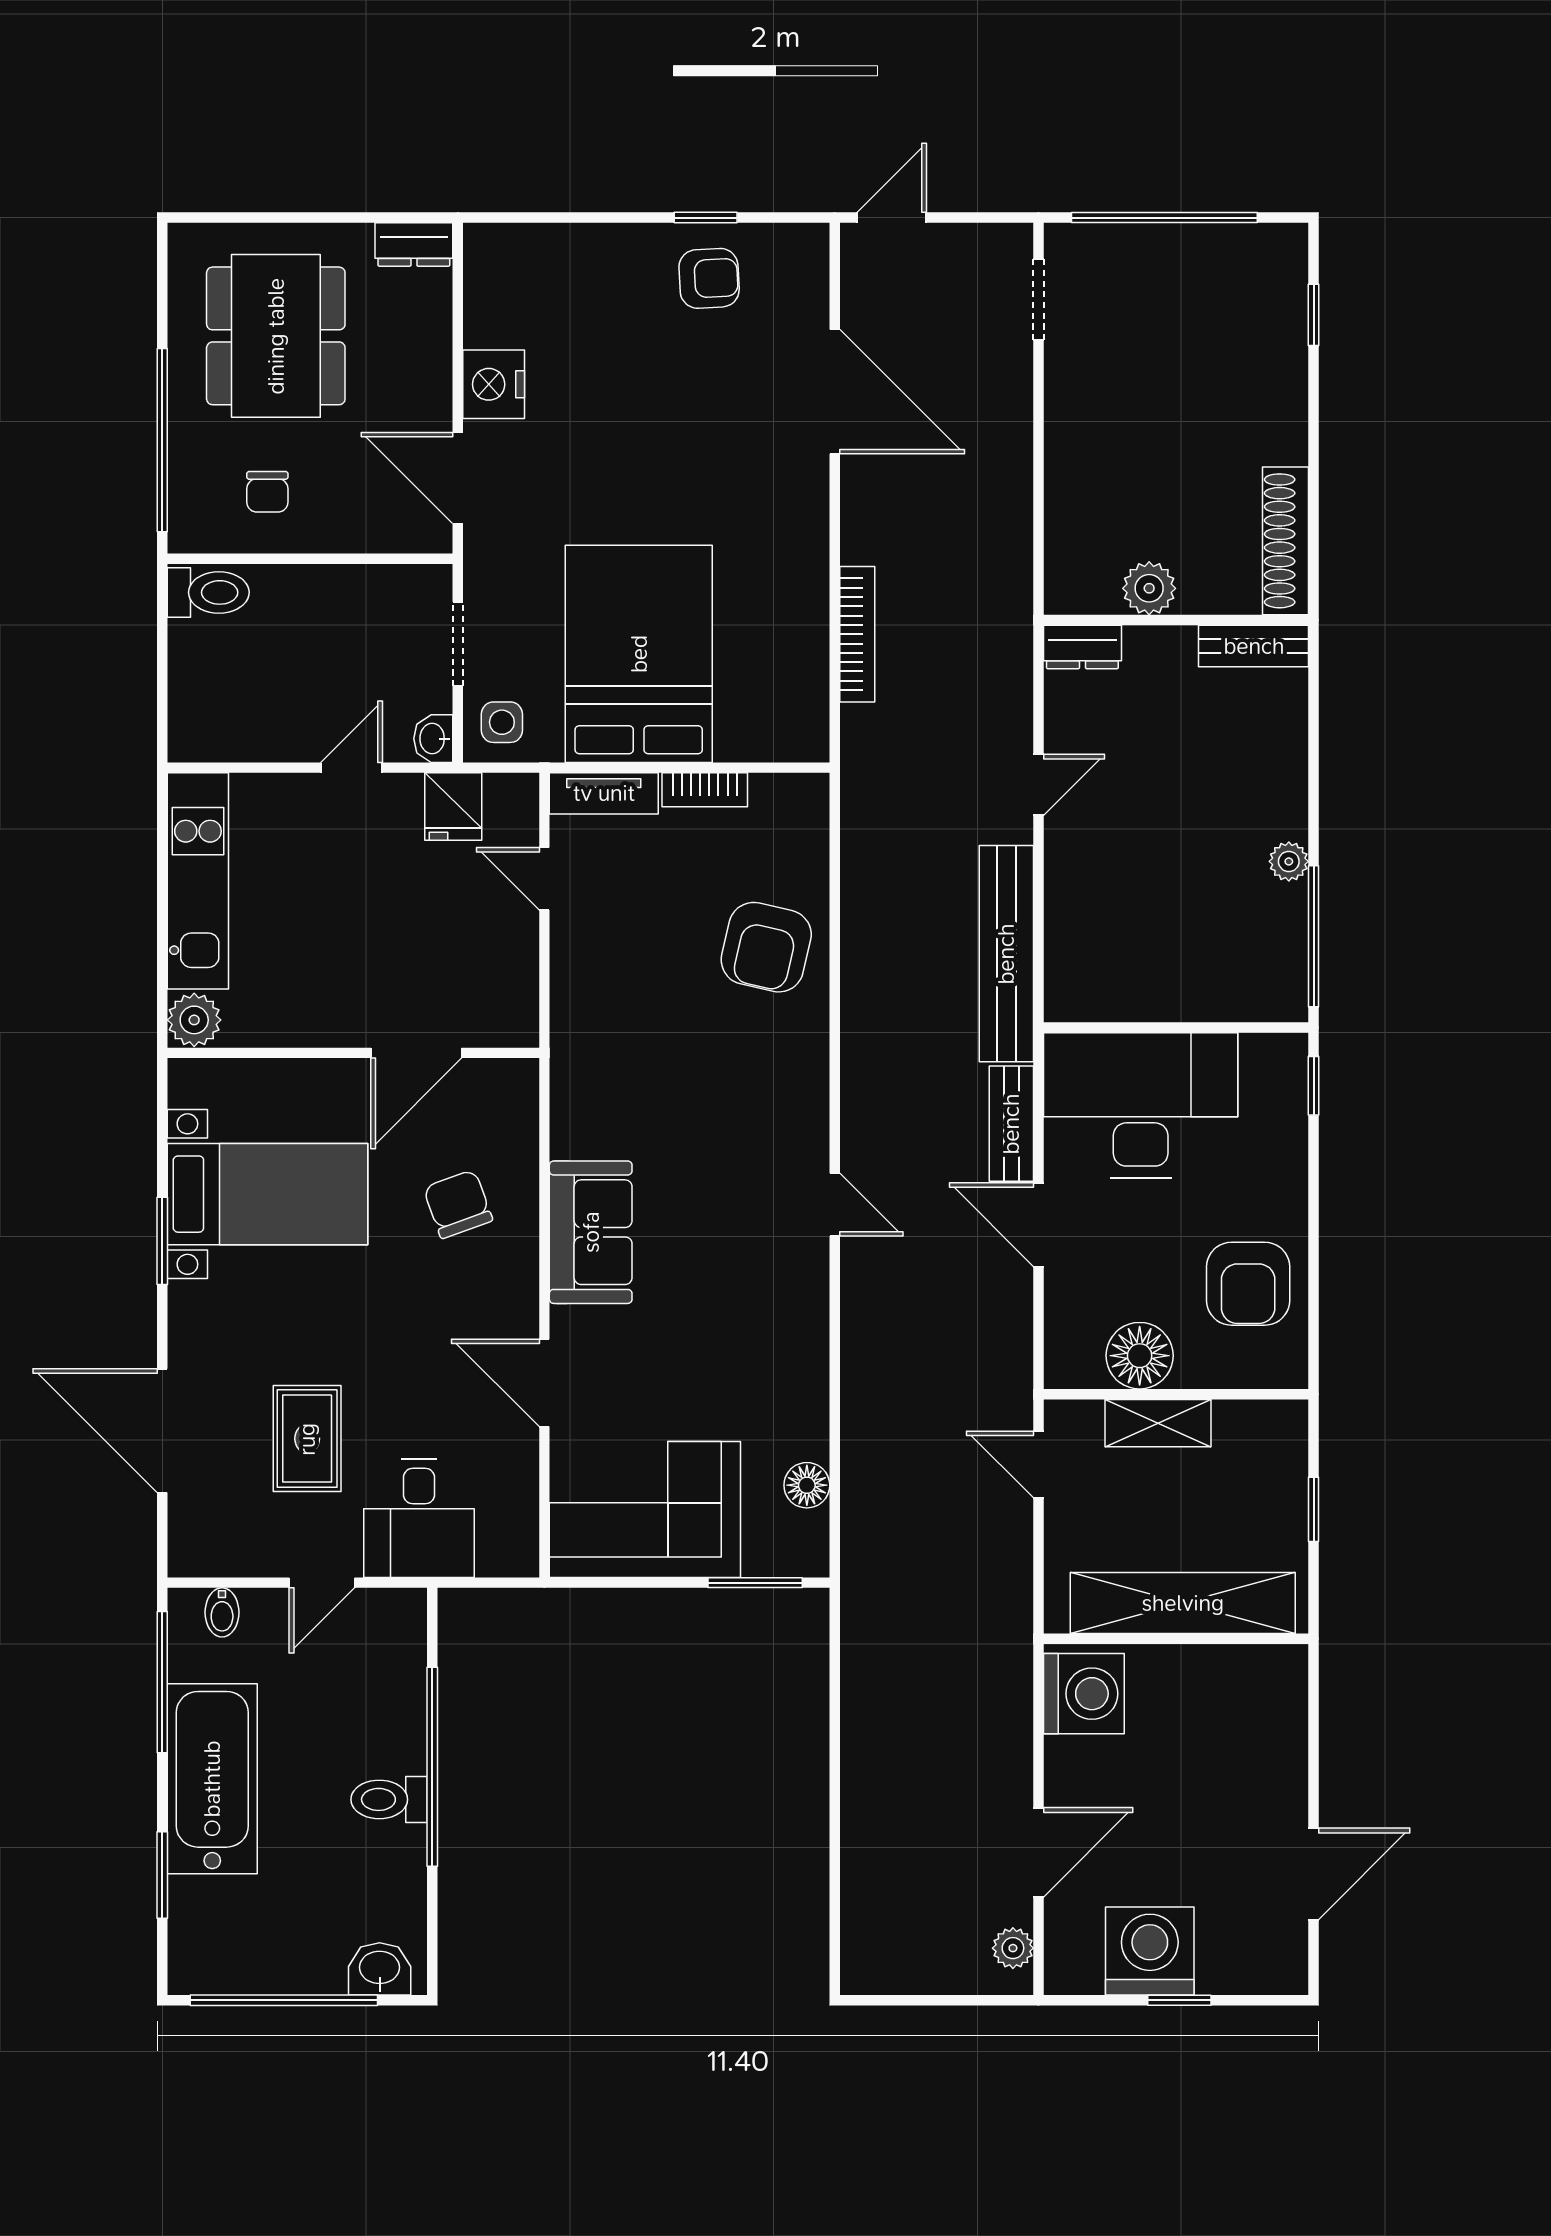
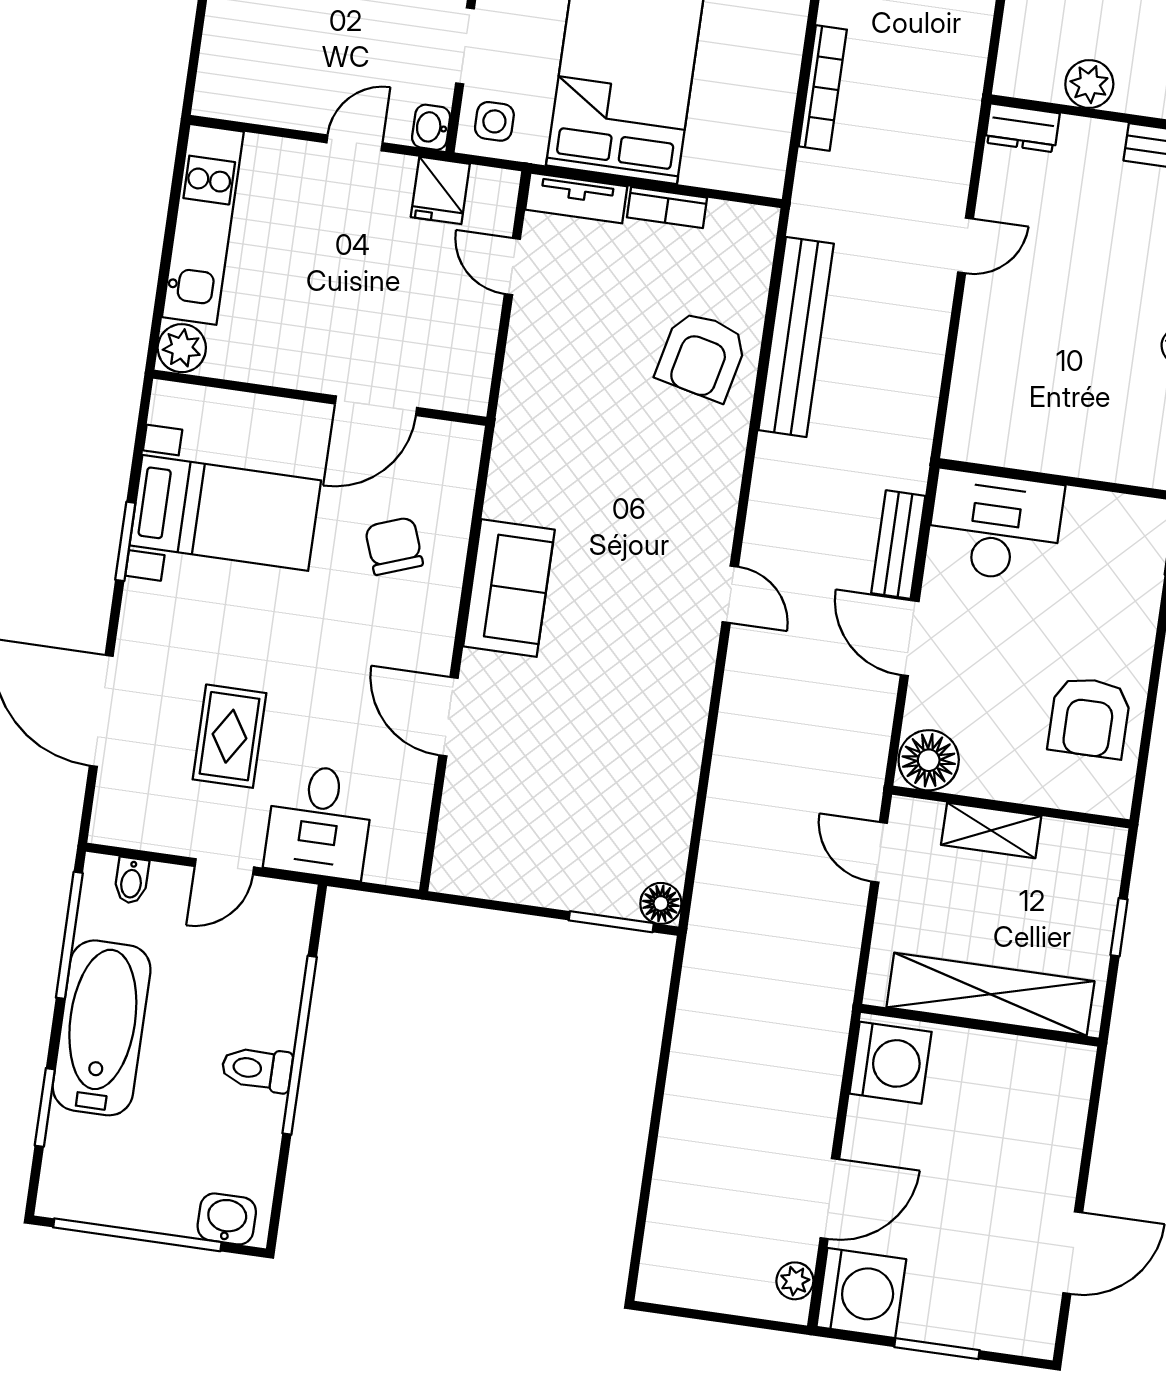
bench: (1006, 954) -> (796, 337), moved
desk: (1141, 1105) -> (995, 526), width x0.73, depth x0.77
floor lamp: (1140, 1356) -> (929, 760), moved
floor lamp: (807, 1485) -> (661, 903), moved
corner sofa: (645, 1509) -> (522, 842), removed
washing machine: (1150, 1951) -> (861, 1293), moved, turned 90
window: (1179, 2000) -> (937, 1349), width x1.50

